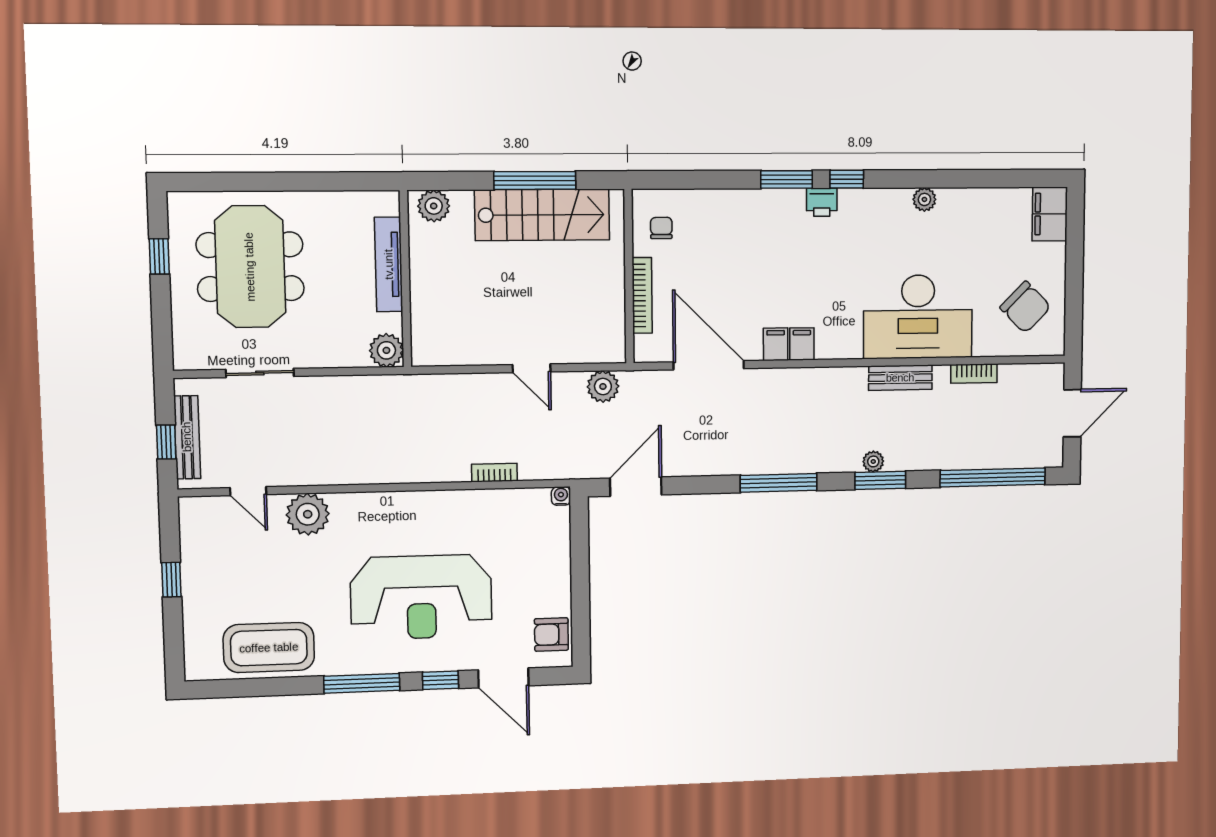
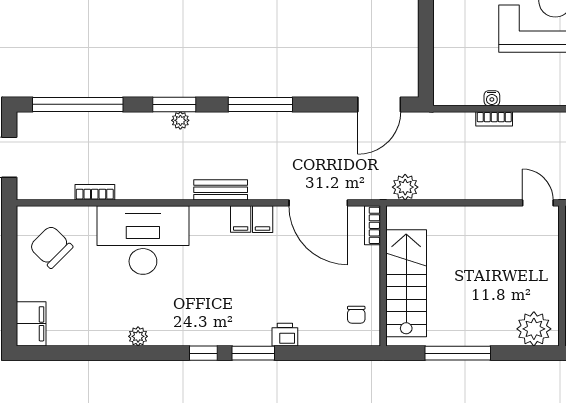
printer: (822, 202) -> (285, 335), moved
plant: (434, 206) -> (534, 329), width x1.36, depth x1.36
stairs: (542, 215) -> (406, 283), moved, turned 90
bookcase: (642, 295) -> (372, 225), moved, width x0.64
door: (531, 368) -> (538, 203), moved
bench: (900, 378) -> (221, 190), moved
water cooler: (561, 496) -> (492, 98), moved

